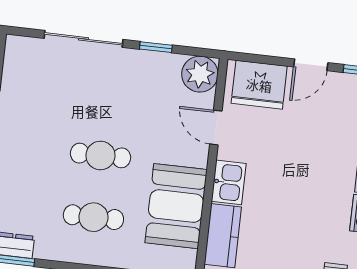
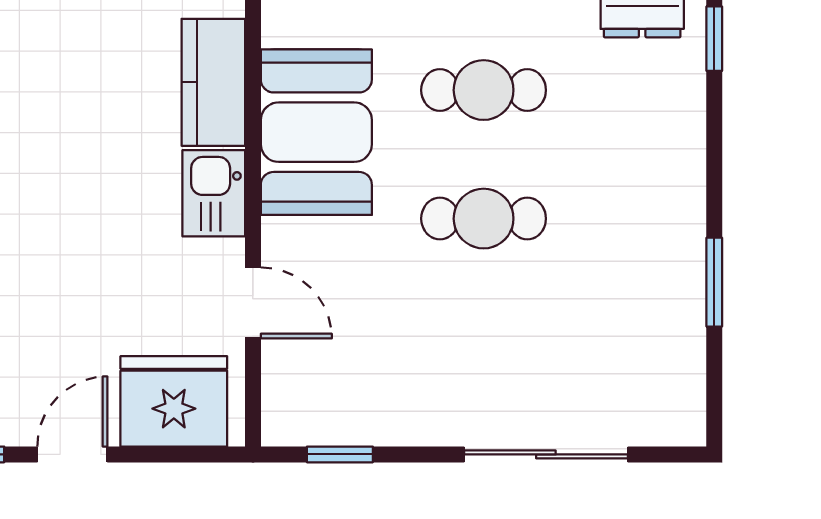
window: (156, 47) -> (340, 454), moved
plant: (200, 74) -> (298, 409), removed

